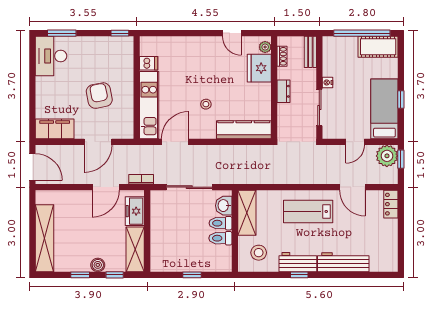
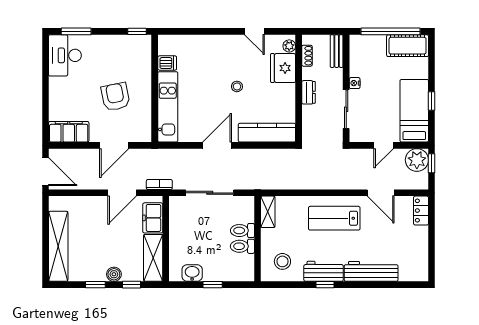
stool: (206, 104) -> (237, 86), moved
door: (175, 142) -> (217, 145), moved
washbasin: (224, 206) -> (192, 273), moved, turned 90
shelving: (247, 213) -> (268, 212), width x0.67, depth x0.75

